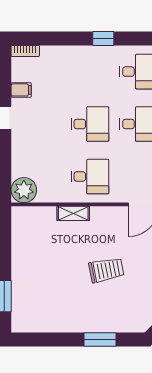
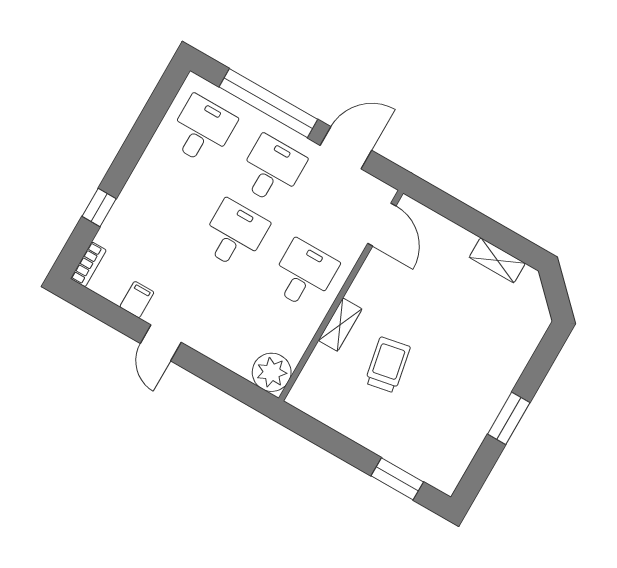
window: (103, 38) -> (99, 207), moved
trolley: (106, 270) -> (388, 365), moved
window: (100, 340) -> (509, 418), moved

